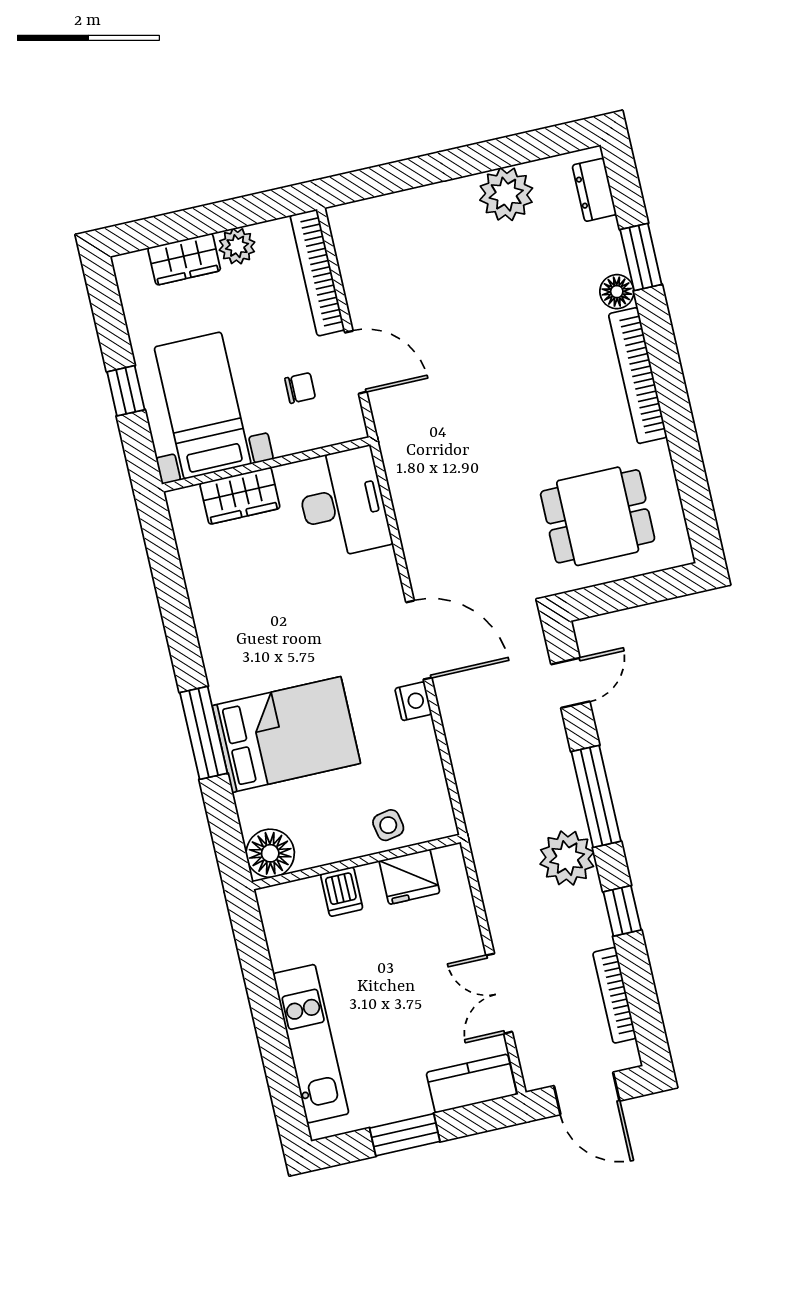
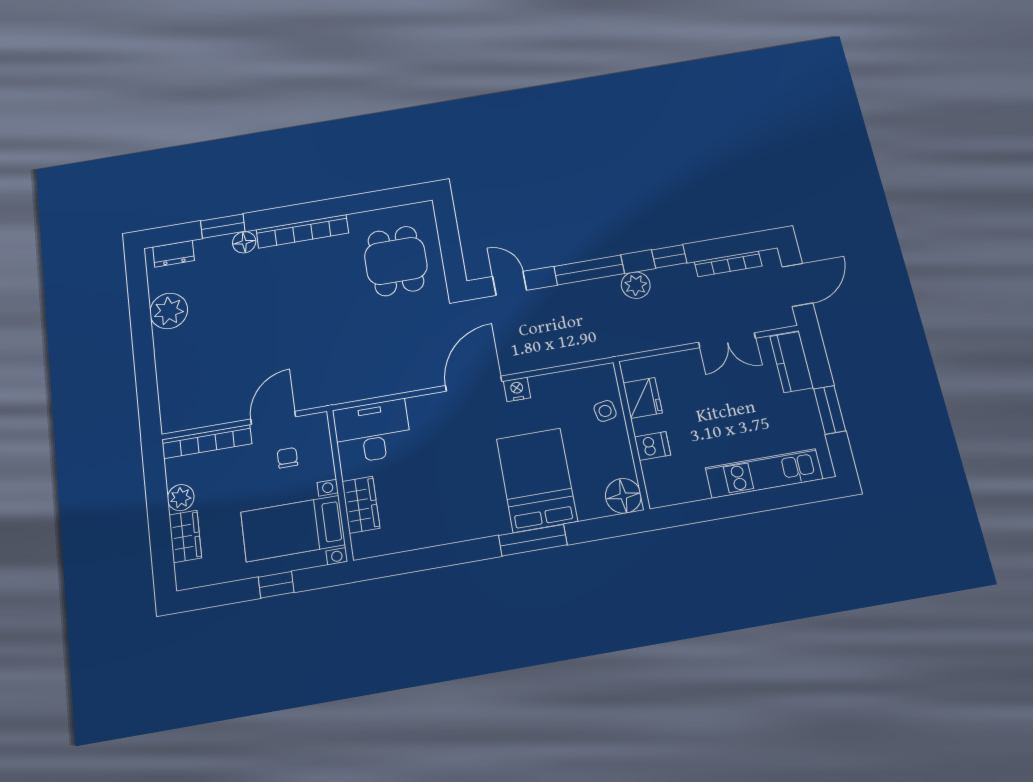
plant: (567, 858) -> (636, 285), width x0.73, depth x0.73

